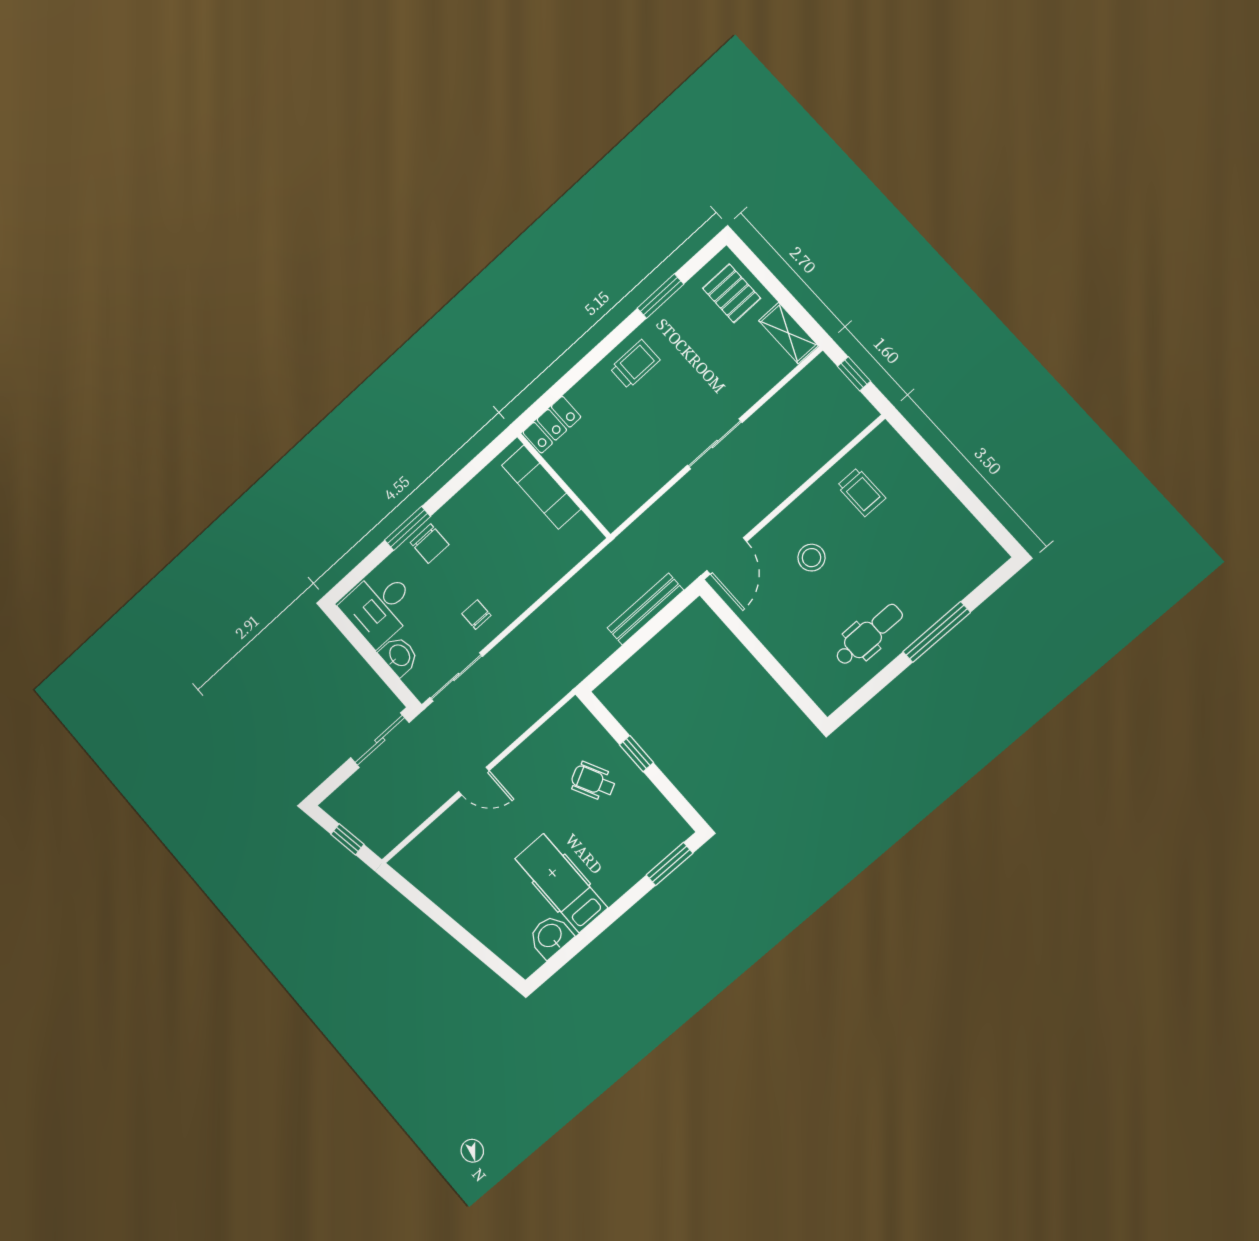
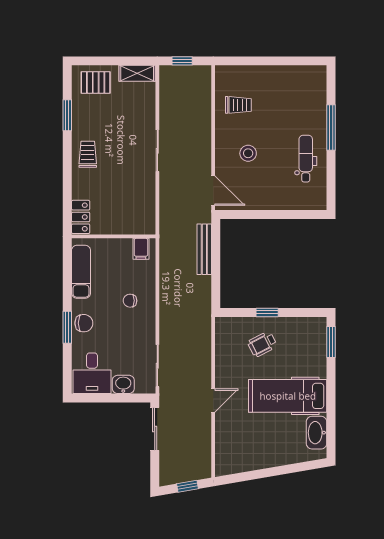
exam couch: (541, 487) -> (81, 272), moved, turned -90
filing cabinet: (578, 532) -> (141, 249), added
chair: (476, 615) -> (130, 301), moved
hospital bed: (561, 883) -> (288, 396), width x1.37, depth x1.29
washbasin: (550, 936) -> (317, 433), width x1.38

